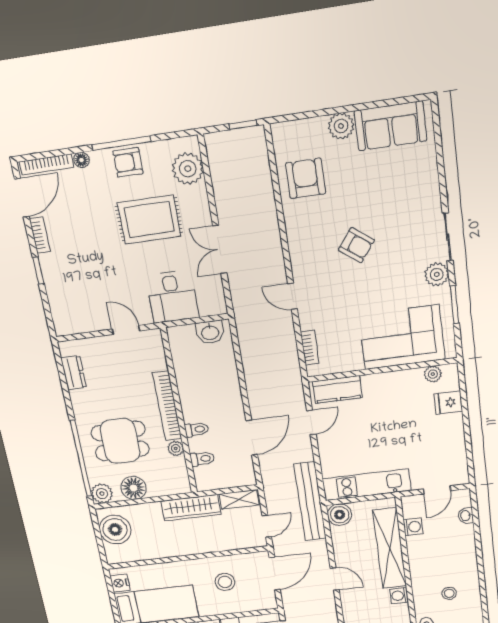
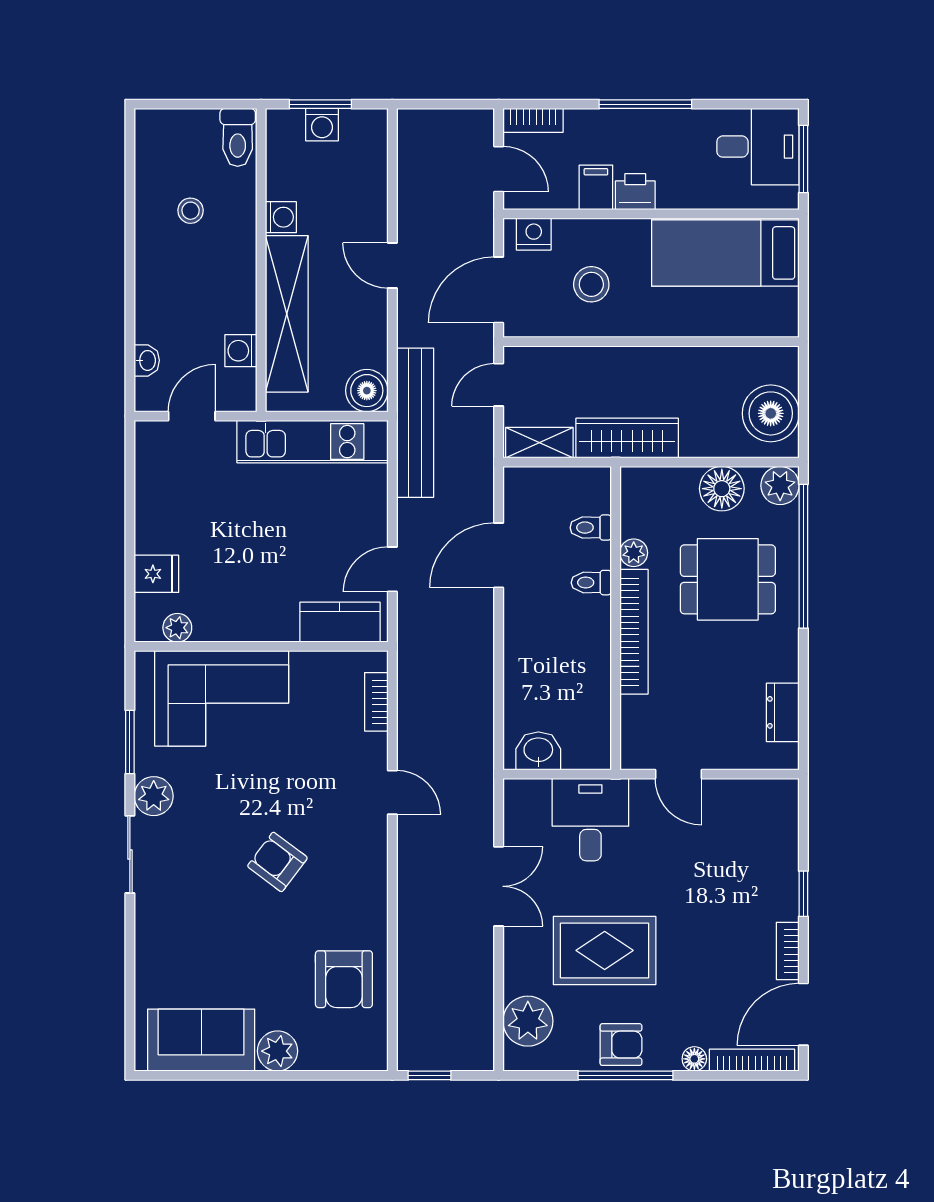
nightstand: (120, 583) -> (534, 234), moved, turned -90

